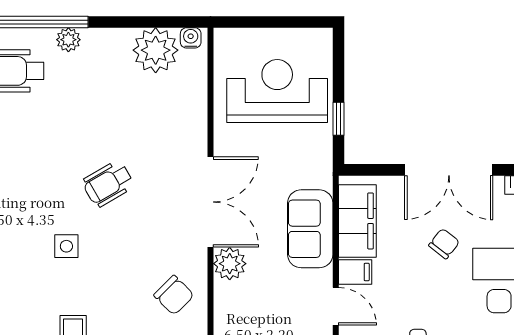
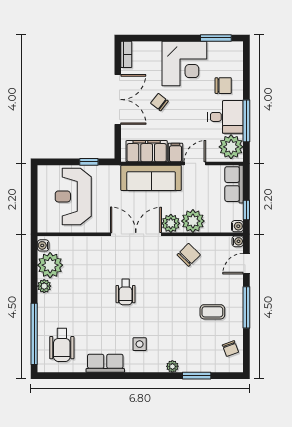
plant: (68, 40) -> (44, 286), moved
wheelchair: (108, 184) -> (126, 292), turned 30
sofa: (310, 229) -> (151, 178), width x1.36
side table: (66, 246) -> (140, 344), moved
plant: (234, 303) -> (193, 221), added

